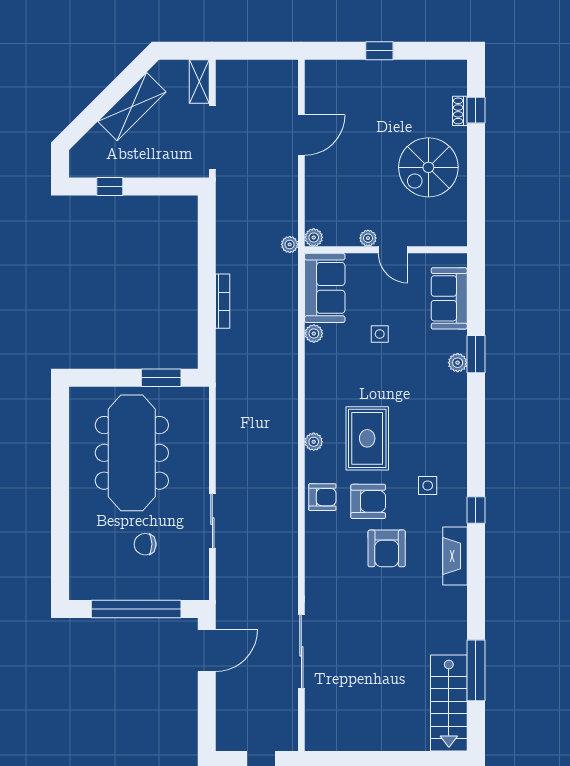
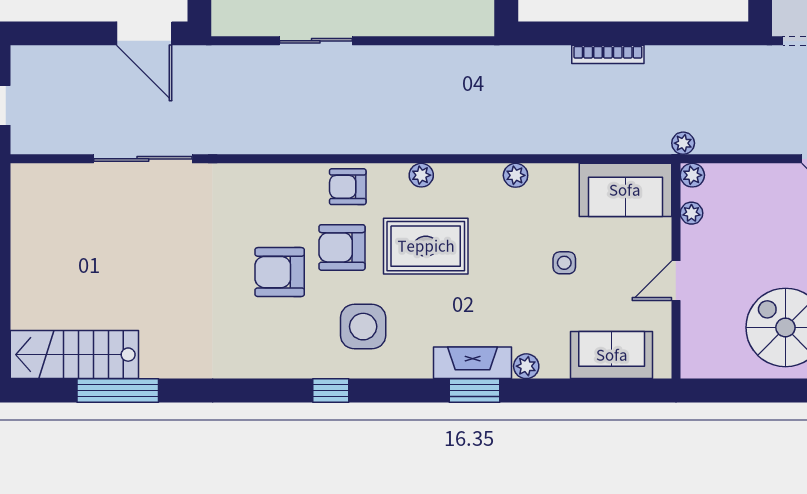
plant: (368, 238) -> (691, 213), moved
plant: (314, 333) -> (516, 175), moved
window: (476, 354) -> (475, 391), moved
side table: (428, 486) -> (363, 327), width x1.87, depth x1.87
armchair: (322, 497) -> (348, 187), turned 90
armchair: (368, 501) -> (342, 247), turned 90
fireplace: (455, 556) -> (473, 363), moved

